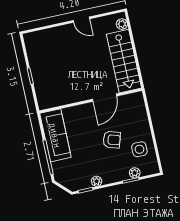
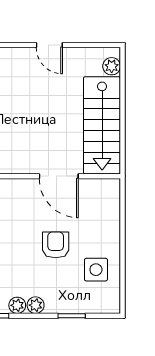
door: (104, 98) -> (59, 176), hinge flipped
armchair: (112, 140) -> (56, 245), turned -107
plant: (135, 173) -> (36, 305), moved

